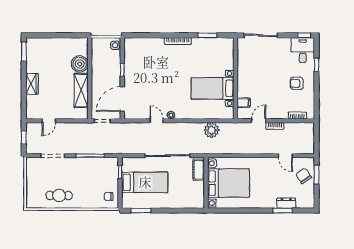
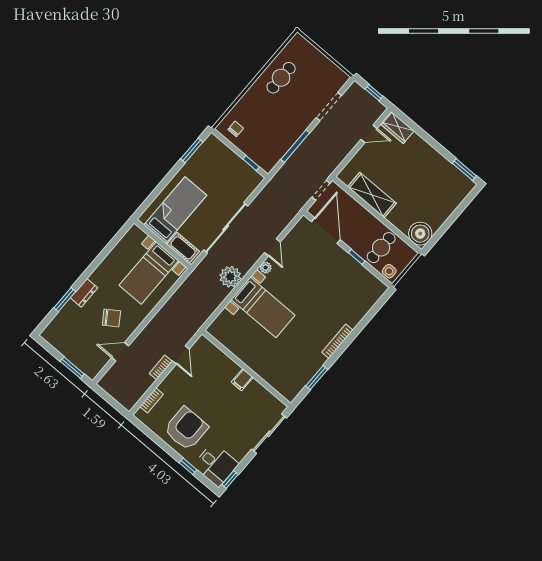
cafe table: (106, 61) -> (381, 248), added
boiler: (80, 64) -> (420, 234), moved
armchair: (297, 83) -> (186, 429), width x1.88, depth x1.88
wardrobe: (32, 84) -> (398, 128), moved
bed with nightstands: (212, 88) -> (263, 307), moved, turned 90
filing cabinet: (244, 103) -> (242, 380), moved
door: (49, 121) -> (369, 134), swing flipped
door: (157, 121) -> (272, 247), hinge flipped
plant: (212, 130) -> (230, 277), moved
chair: (304, 176) -> (111, 318), moved
bed: (145, 182) -> (175, 210), moved, turned 180
bed with nightstands: (229, 183) -> (149, 273), width x0.73
dresser: (286, 203) -> (84, 293), moved

